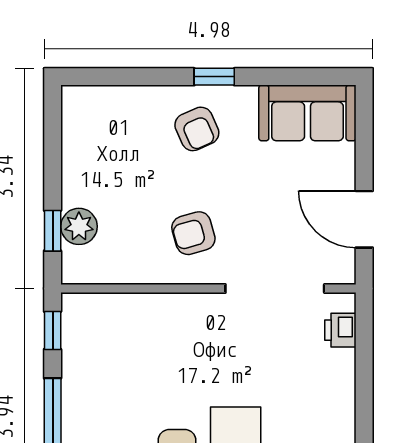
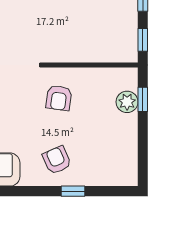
window: (214, 77) -> (73, 191), moved
armchair: (193, 233) -> (59, 98), turned 114

